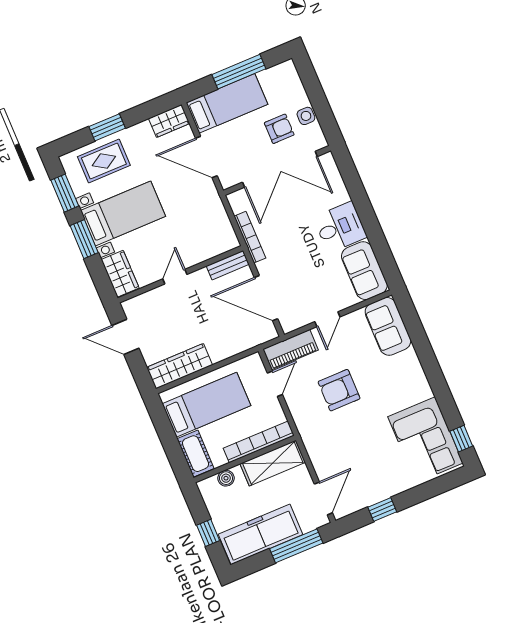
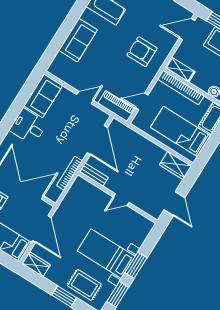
wardrobe: (120, 274) -> (141, 231), removed
sofa: (388, 326) -> (78, 40), moved
wardrobe: (180, 366) -> (175, 165), width x0.67
armchair: (339, 390) -> (142, 52), moved, turned 180
shelving: (273, 463) -> (180, 70), width x0.67, depth x0.75

